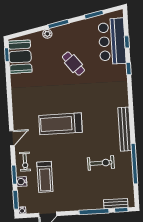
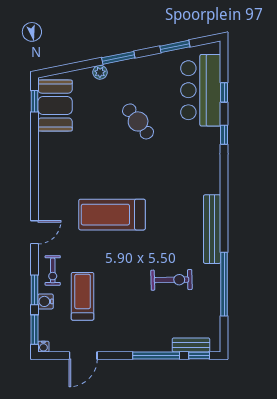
treadmill: (45, 177) -> (83, 296), turned 180

